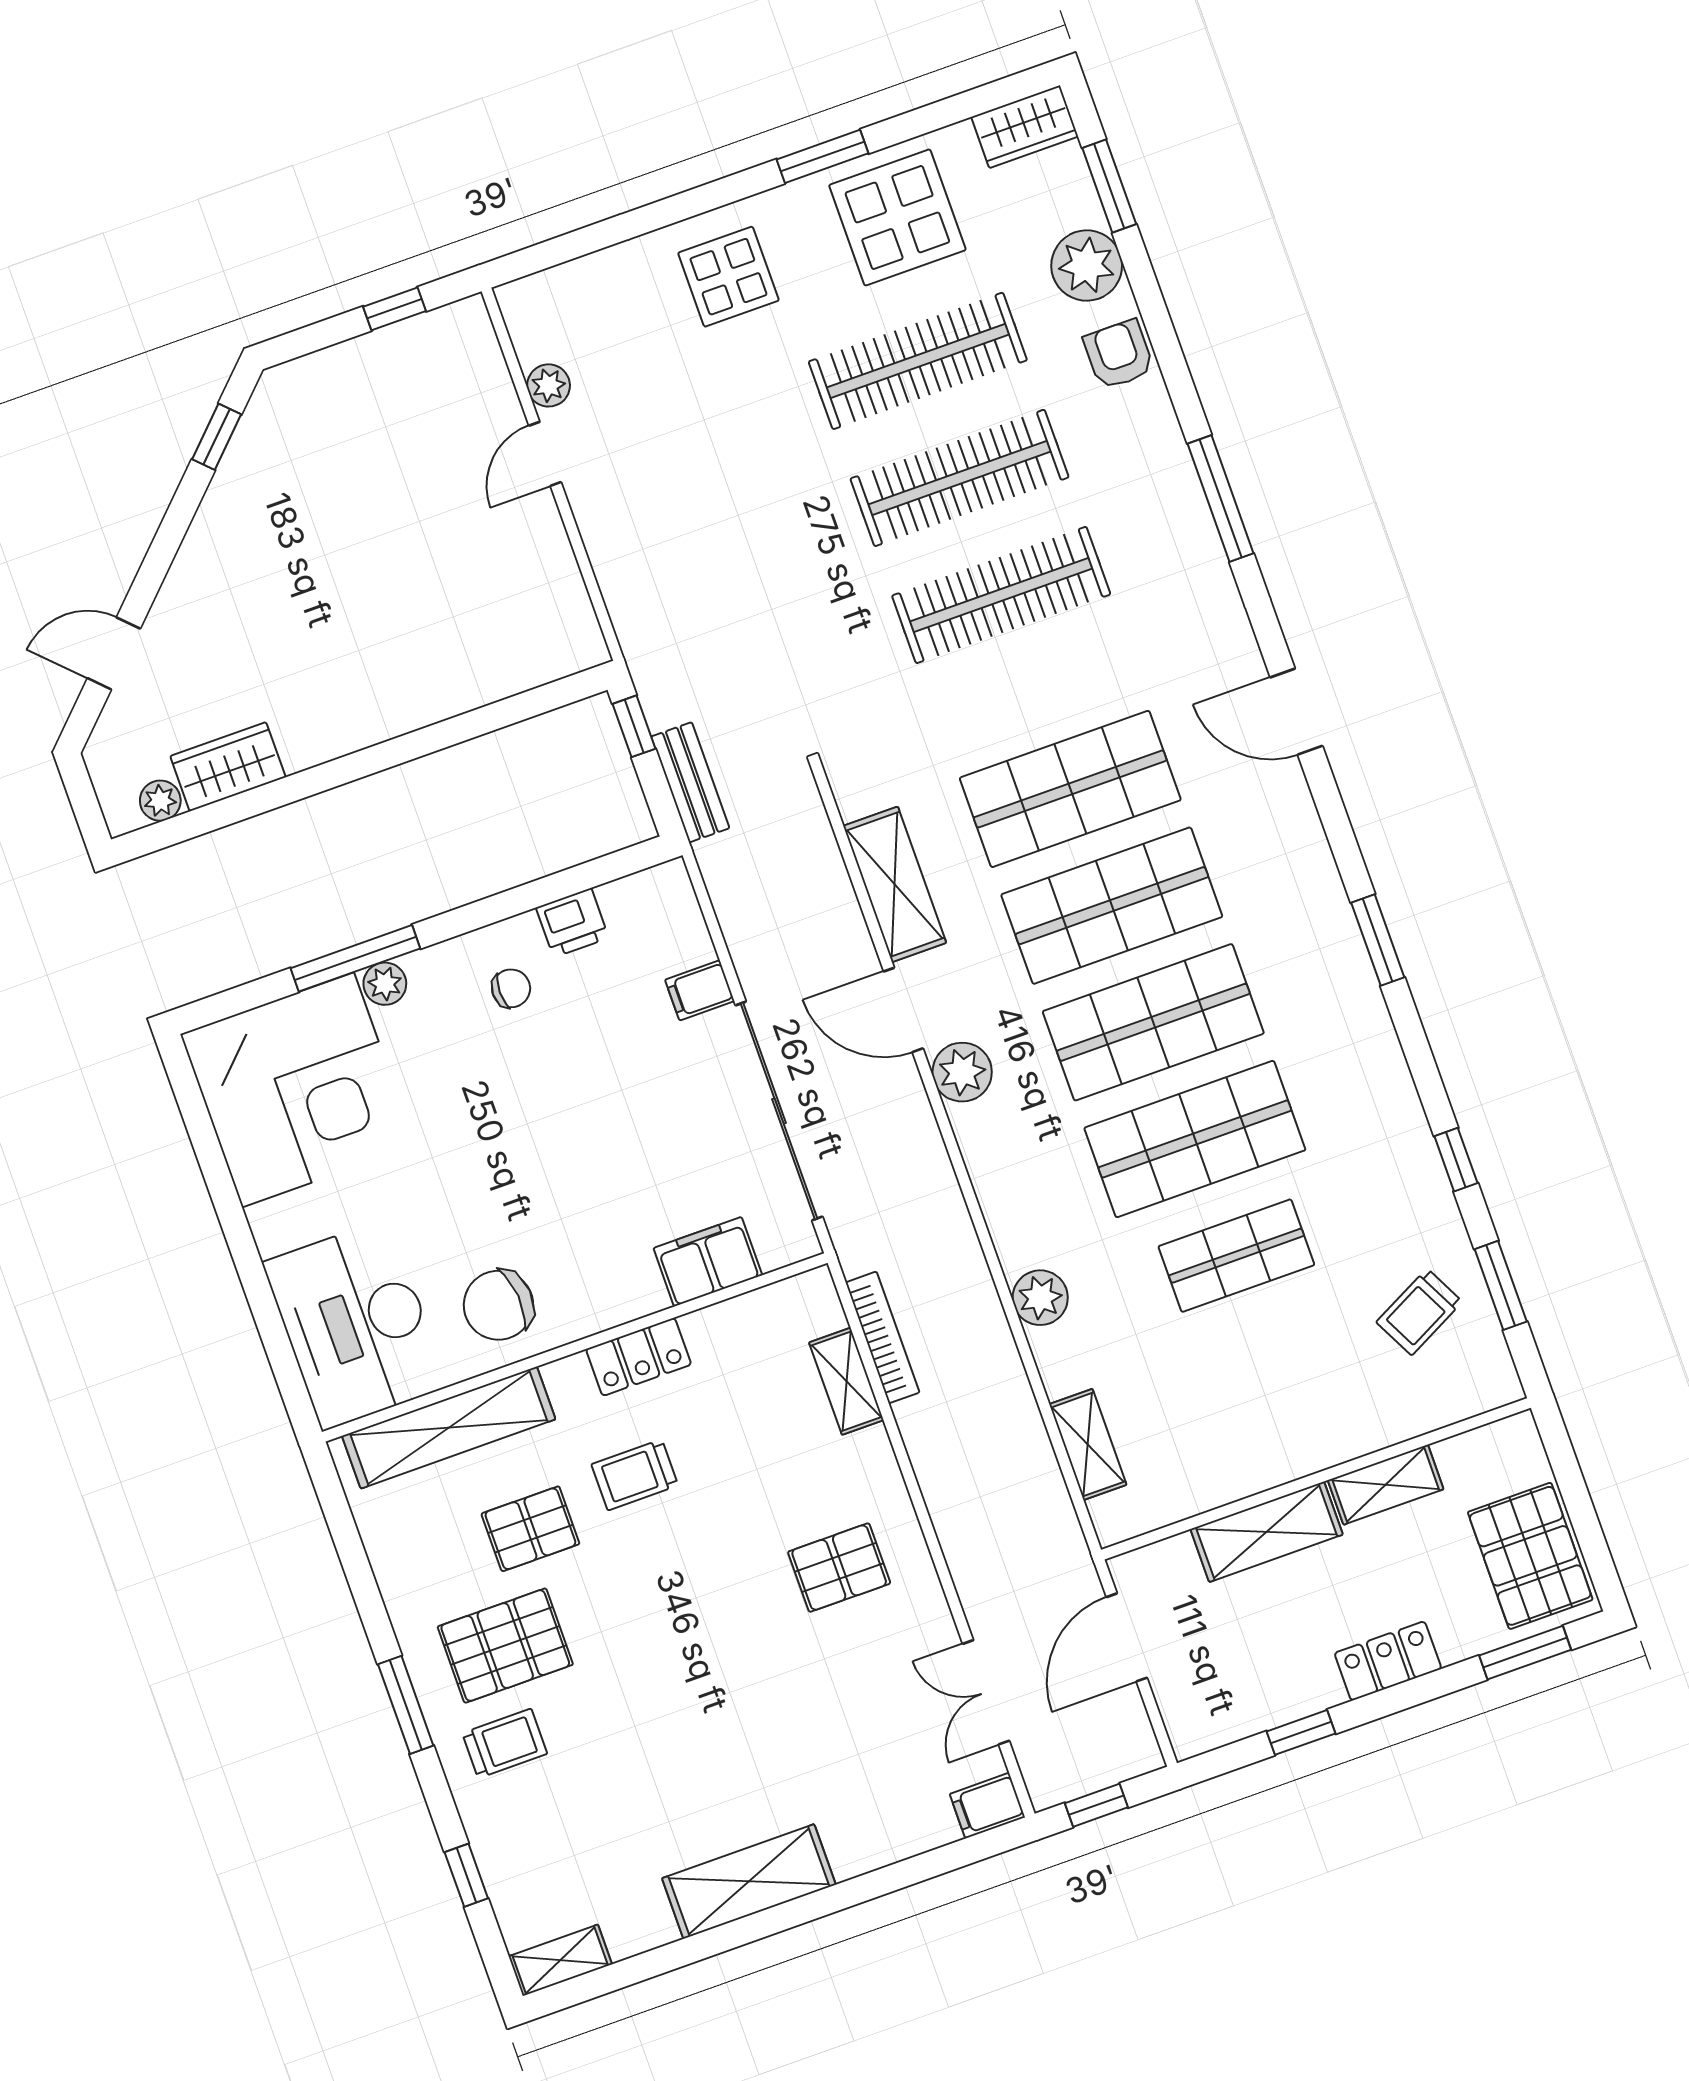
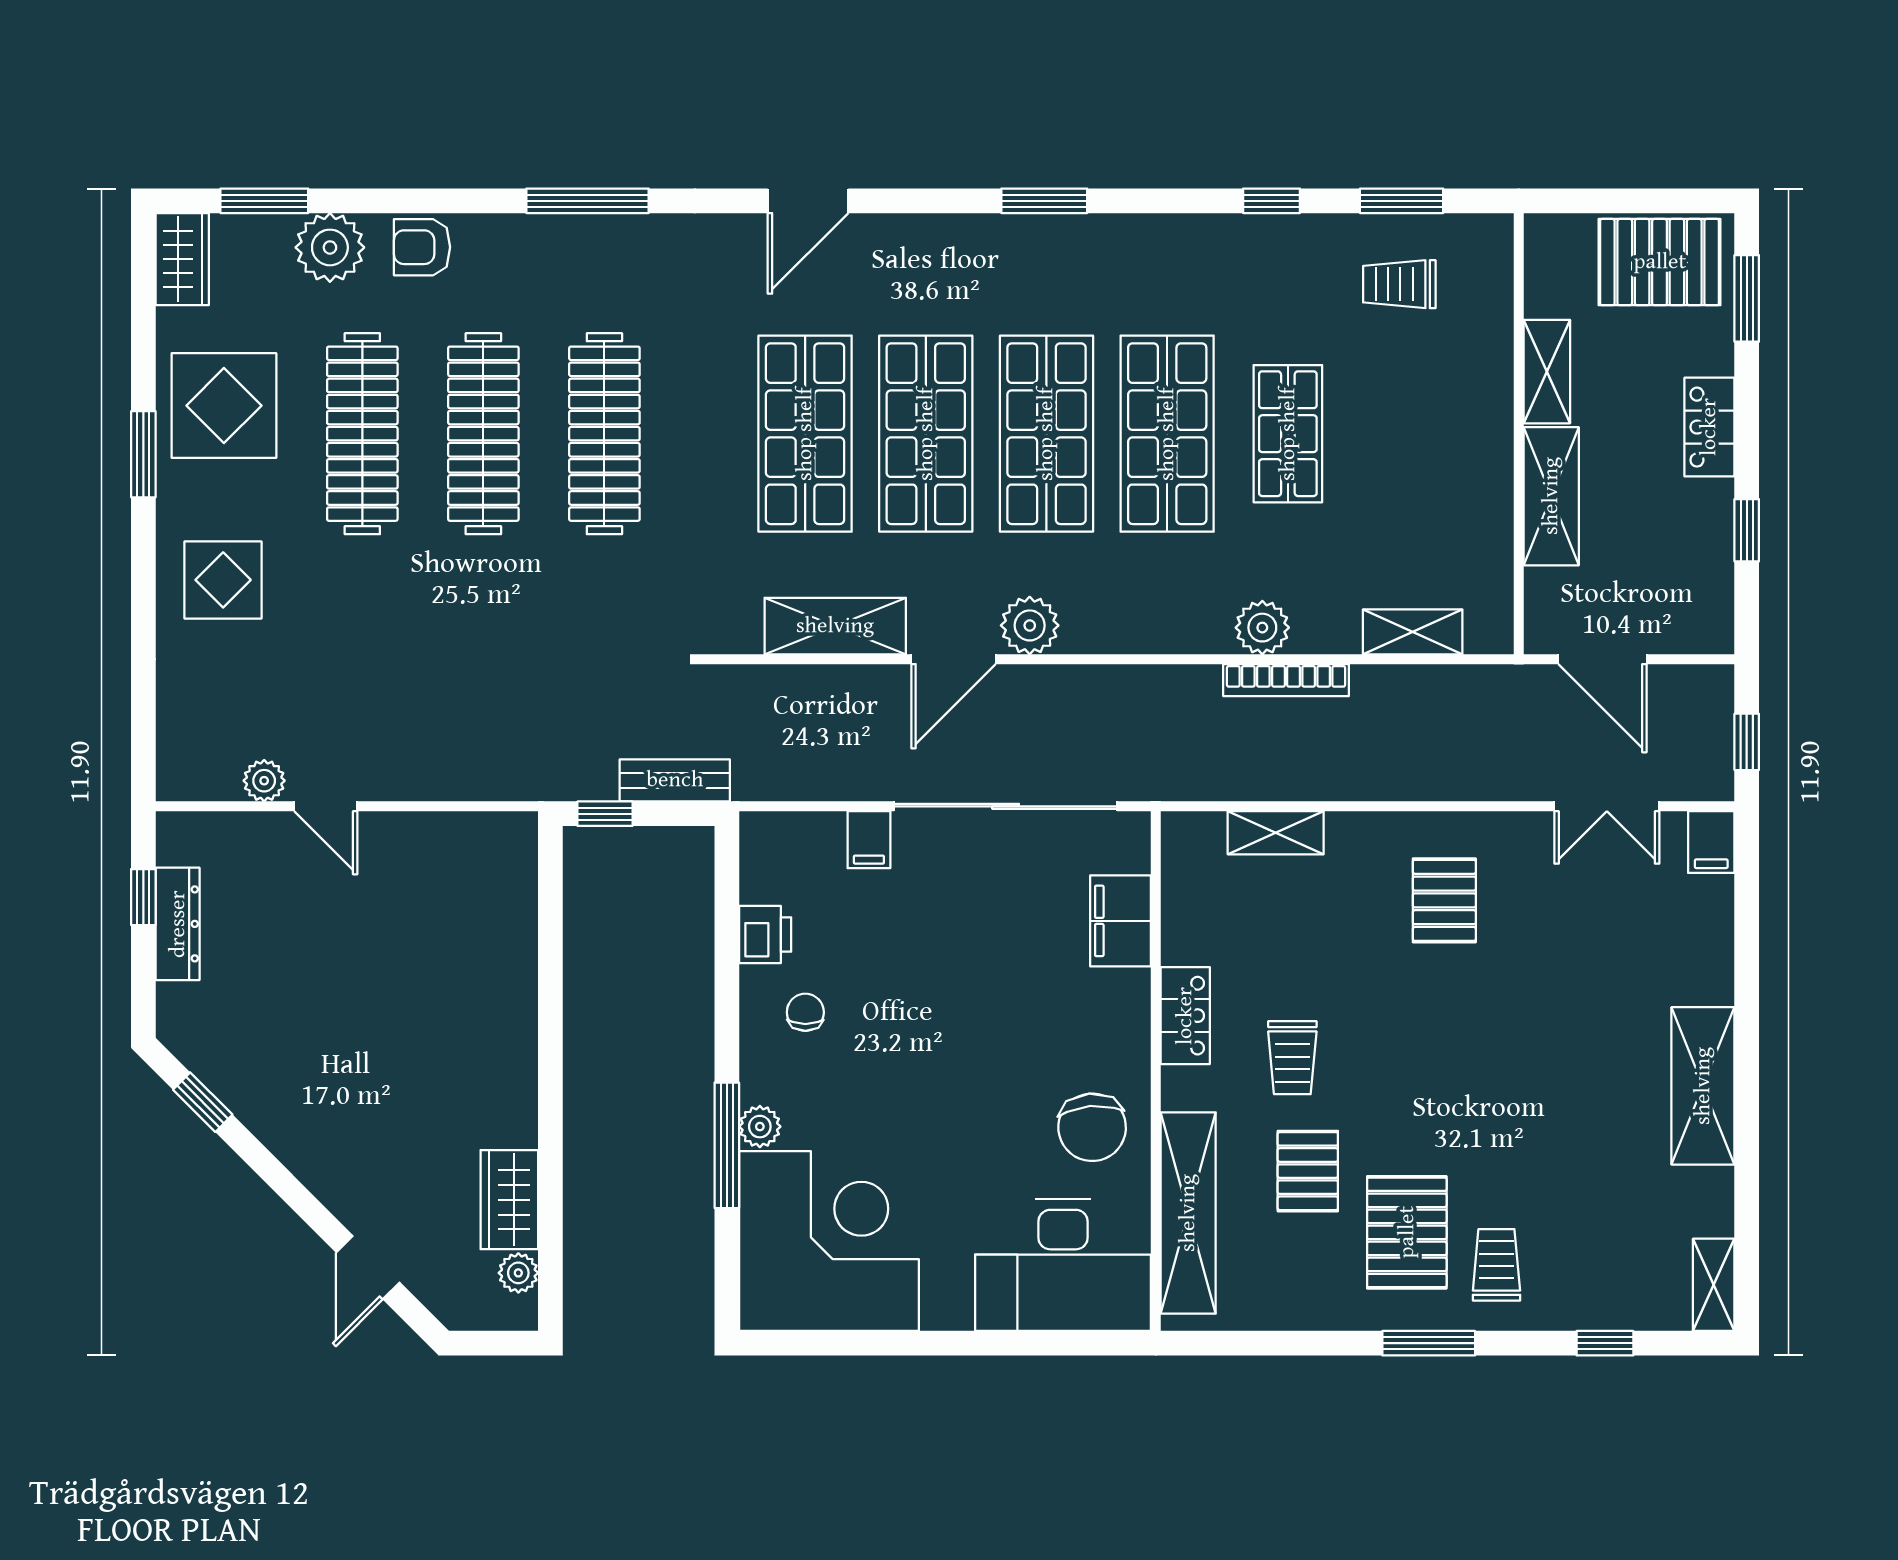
dresser: (380, 351) -> (178, 924), added
trolley: (1419, 1312) -> (1399, 284), turned 117
bookcase: (882, 1337) -> (1286, 680), moved, turned 180

